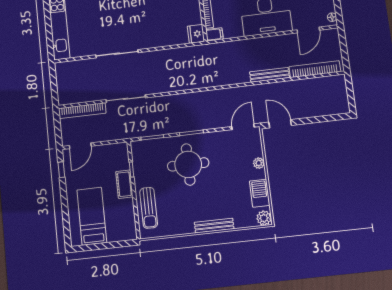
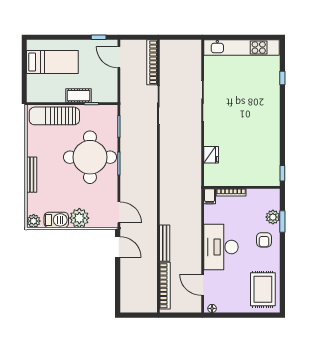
fridge: (196, 34) -> (211, 155), moved, turned 90
door: (280, 124) -> (118, 247), hinge flipped
plant: (259, 163) -> (79, 218), width x1.87, depth x1.87
round table: (188, 164) -> (90, 157), width x1.36, depth x1.36
sun lounger: (149, 208) -> (54, 116), width x1.36, depth x1.34

